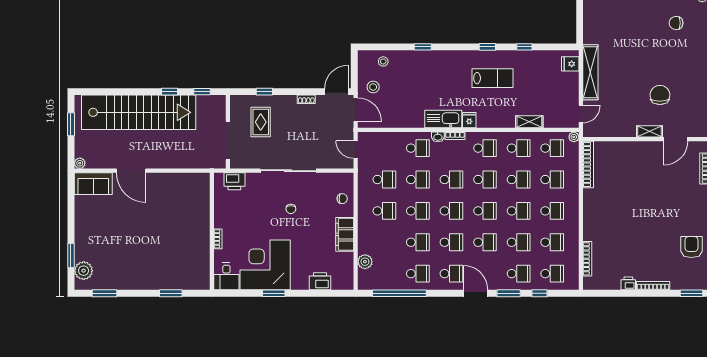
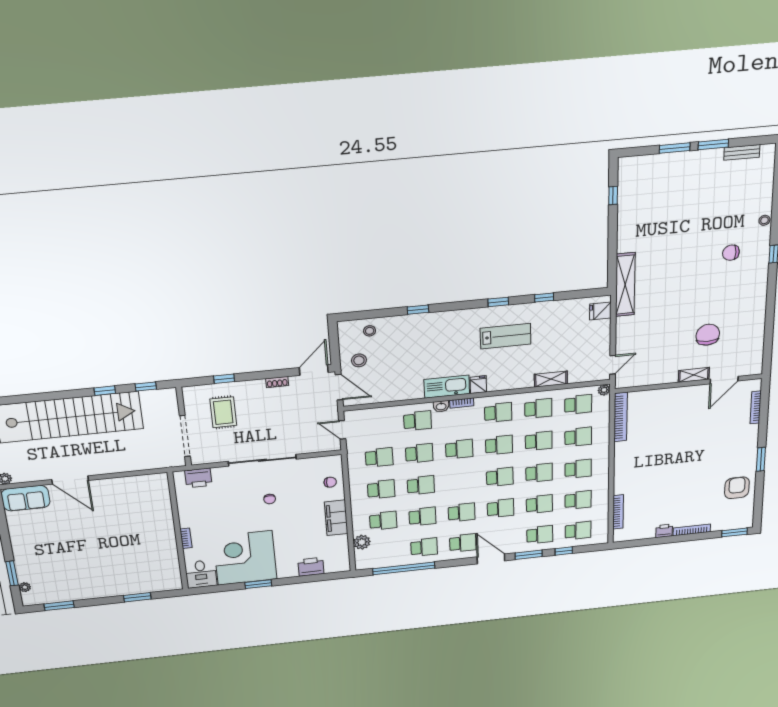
shelving: (590, 72) -> (625, 285), moved
school desk: (451, 211) -> (383, 521), moved
plant: (84, 271) -> (25, 587), width x0.53, depth x0.53

